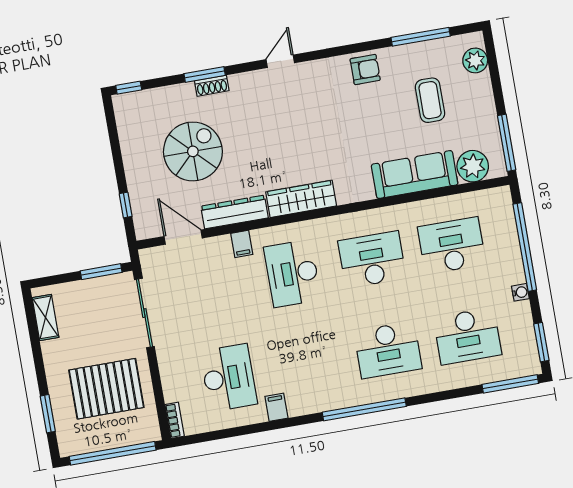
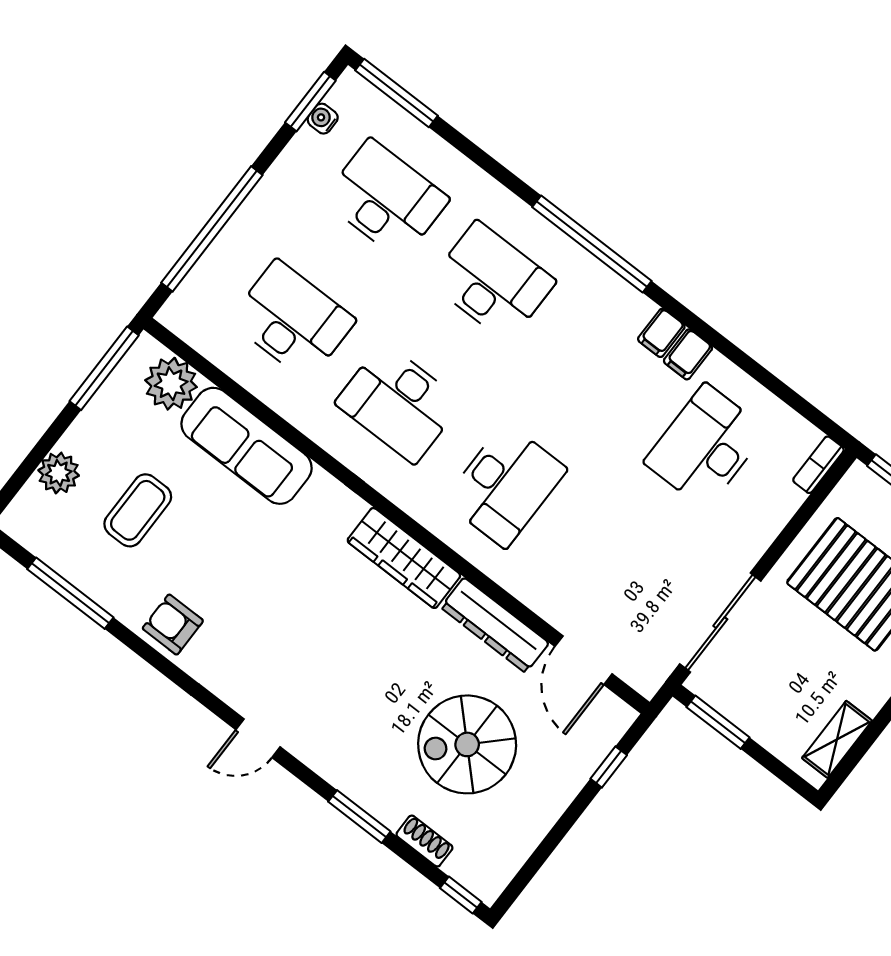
plant: (475, 60) -> (59, 473), moved
shoe rack: (212, 86) -> (424, 841), moved
filing cabinet: (242, 244) -> (661, 333), moved, turned 180
desk: (452, 246) -> (292, 320), turned 180
water cooler: (520, 292) -> (323, 119), moved

